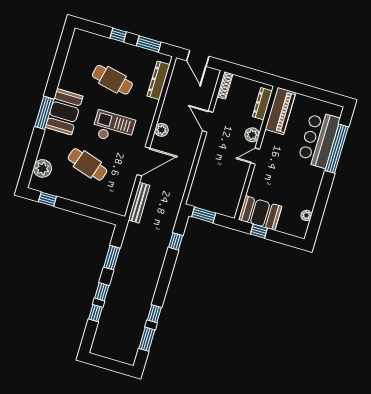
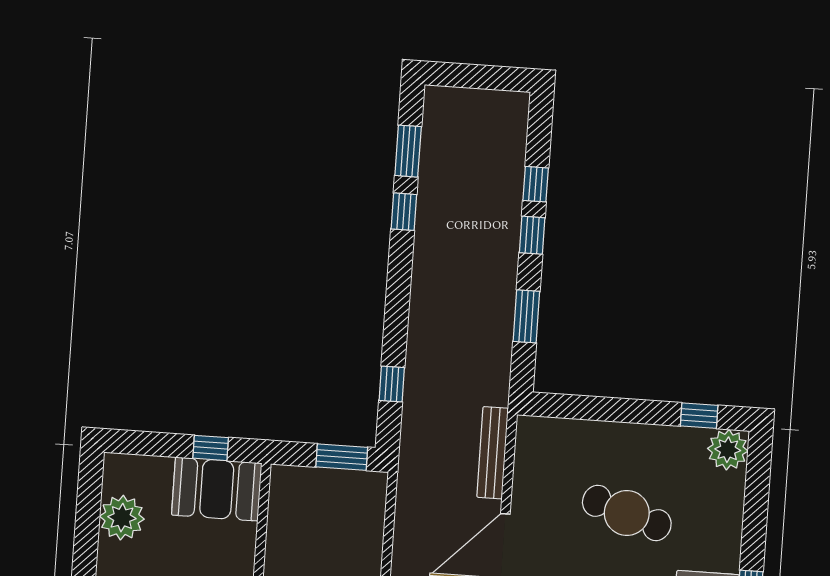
plant: (42, 168) -> (728, 450), moved
plant: (306, 215) -> (122, 518), width x1.87, depth x1.87

